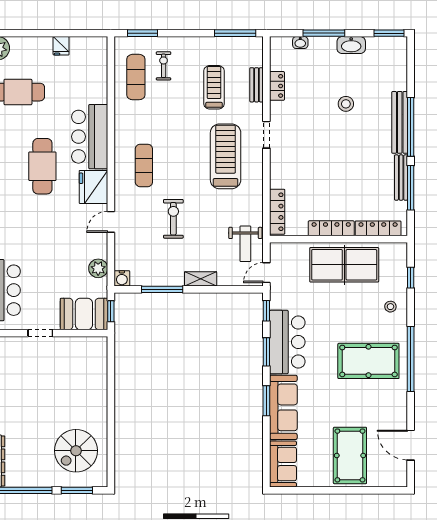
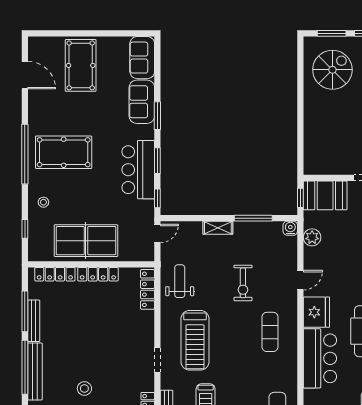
weight bench: (245, 244) -> (180, 281), moved
sofa: (283, 407) -> (142, 102), width x0.73

